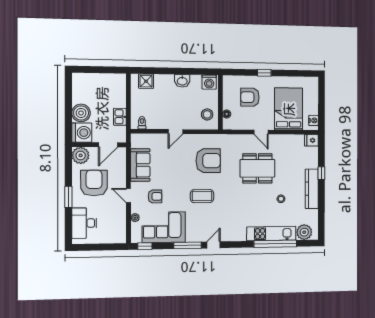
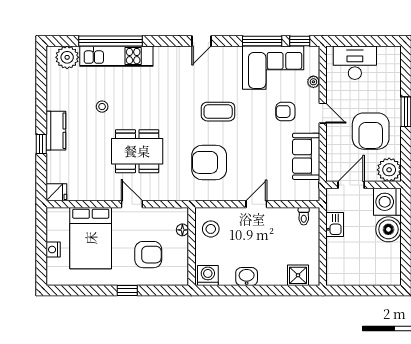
nightstand: (314, 120) -> (53, 250), moved
kitchen counter: (312, 189) -> (56, 131), width x0.67
desk: (84, 223) -> (355, 63), moved, turned -90
window: (188, 245) -> (262, 41), moved

